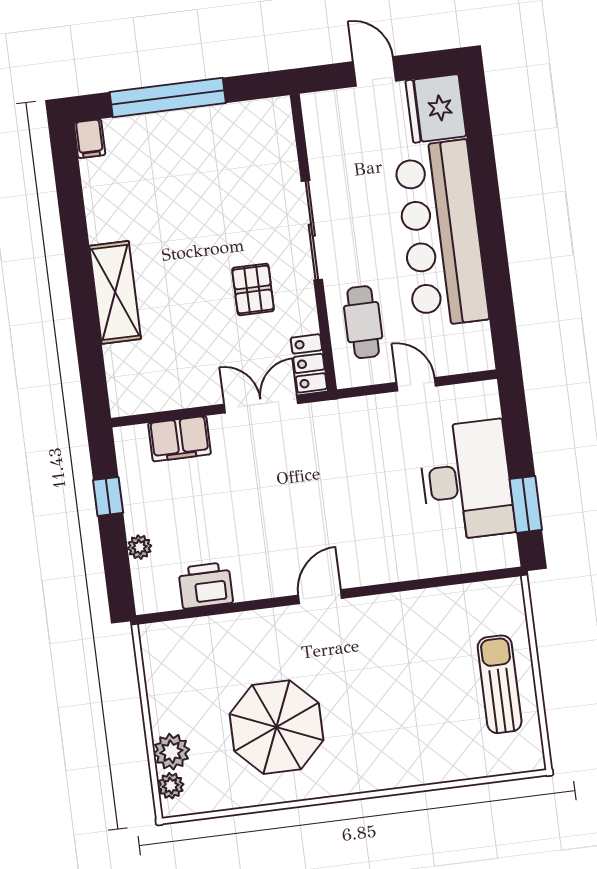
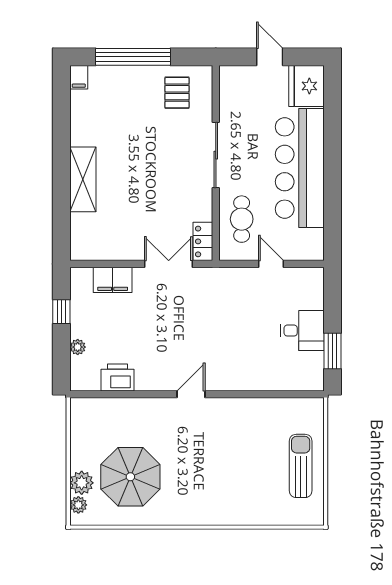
pallet: (253, 289) -> (177, 93), moved
desk: (466, 480) -> (302, 331), width x0.53, depth x0.77
parasol: (277, 727) -> (130, 477), moved

